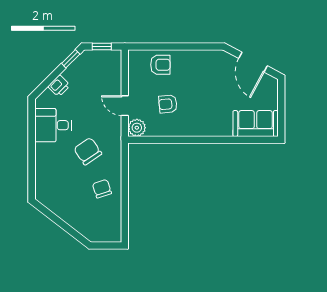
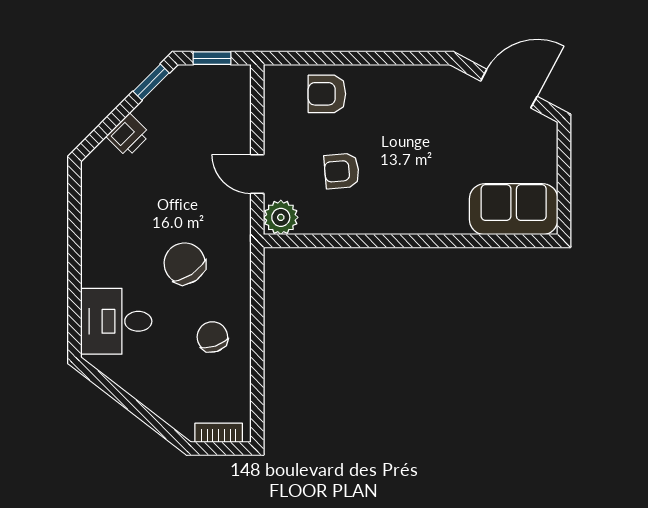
door: (253, 62) -> (509, 89), swing flipped
armchair: (160, 65) -> (327, 94), turned 180
desk: (53, 125) -> (116, 321), moved
bookcase: (105, 238) -> (219, 433), added

